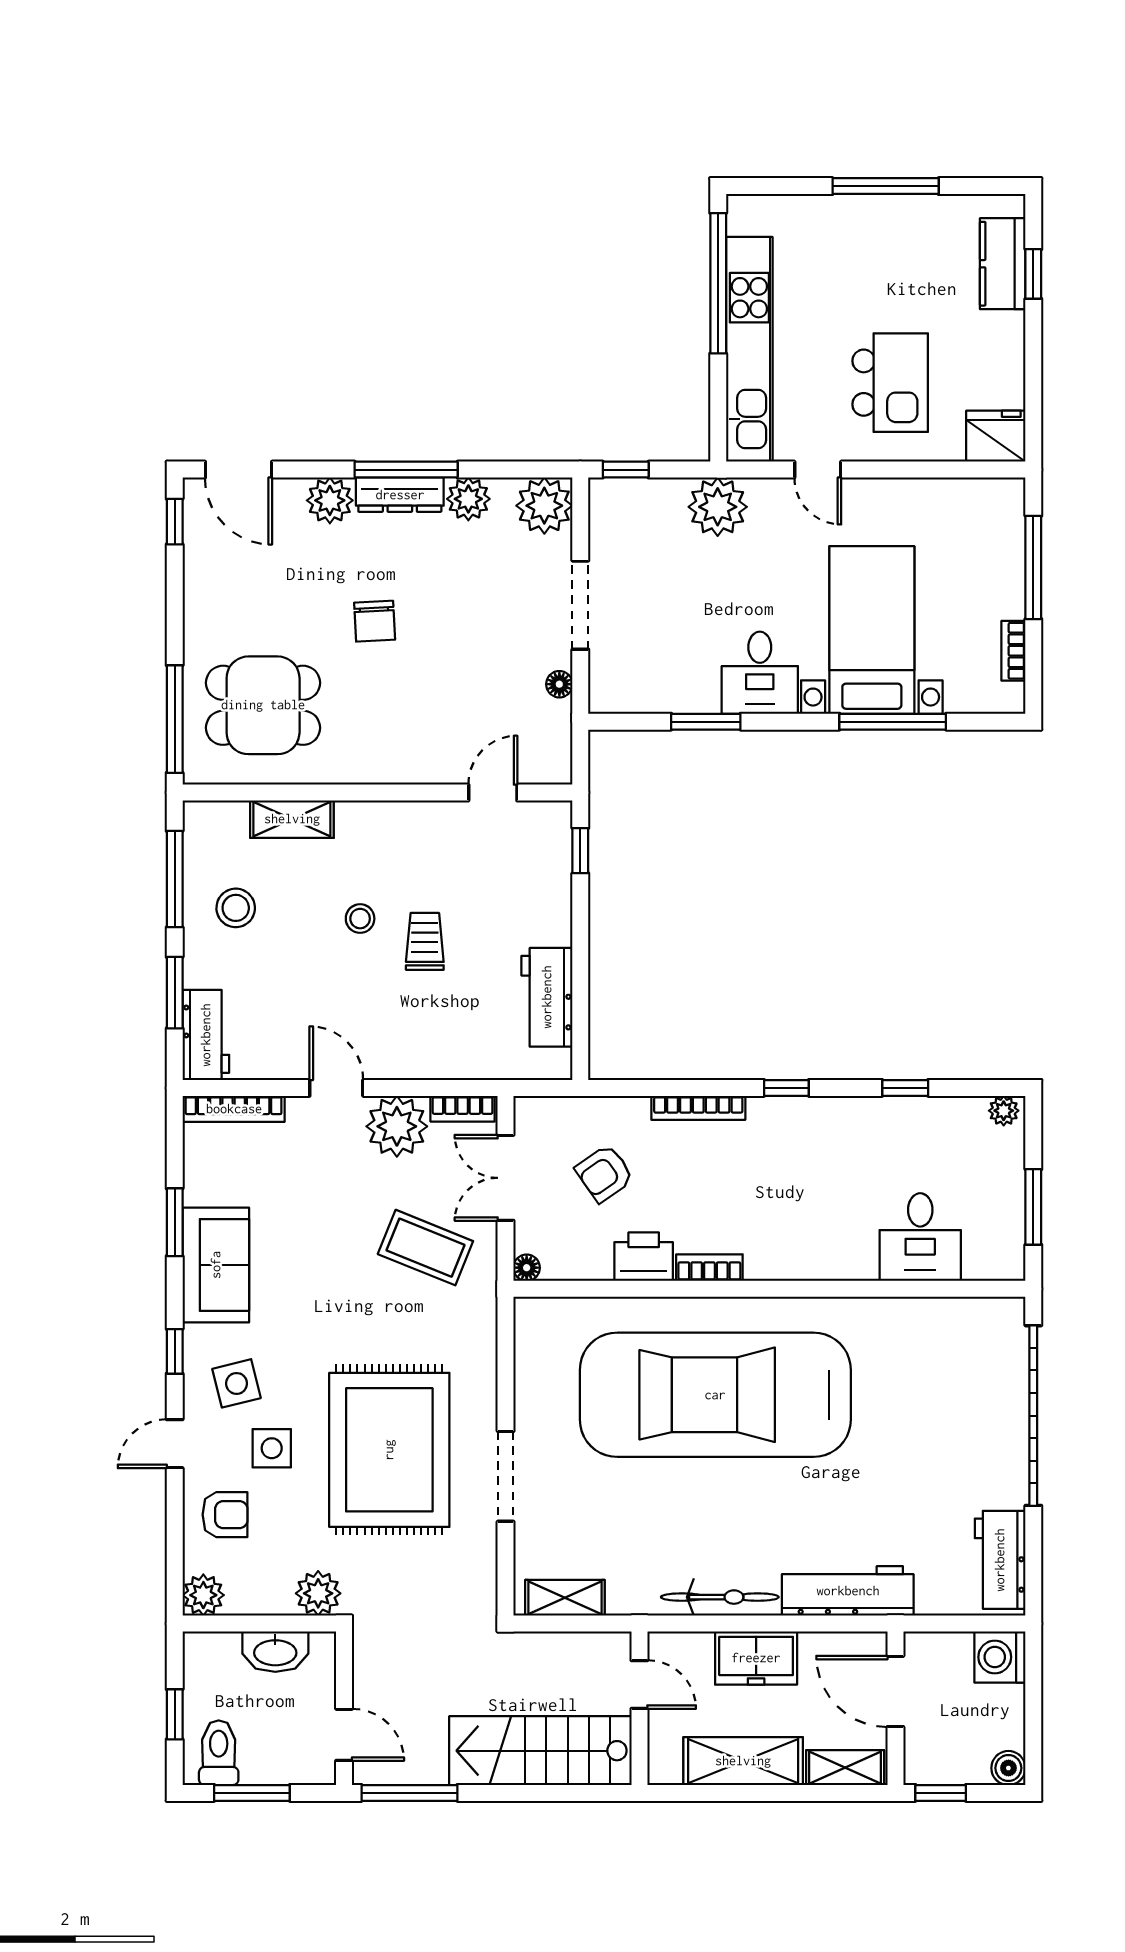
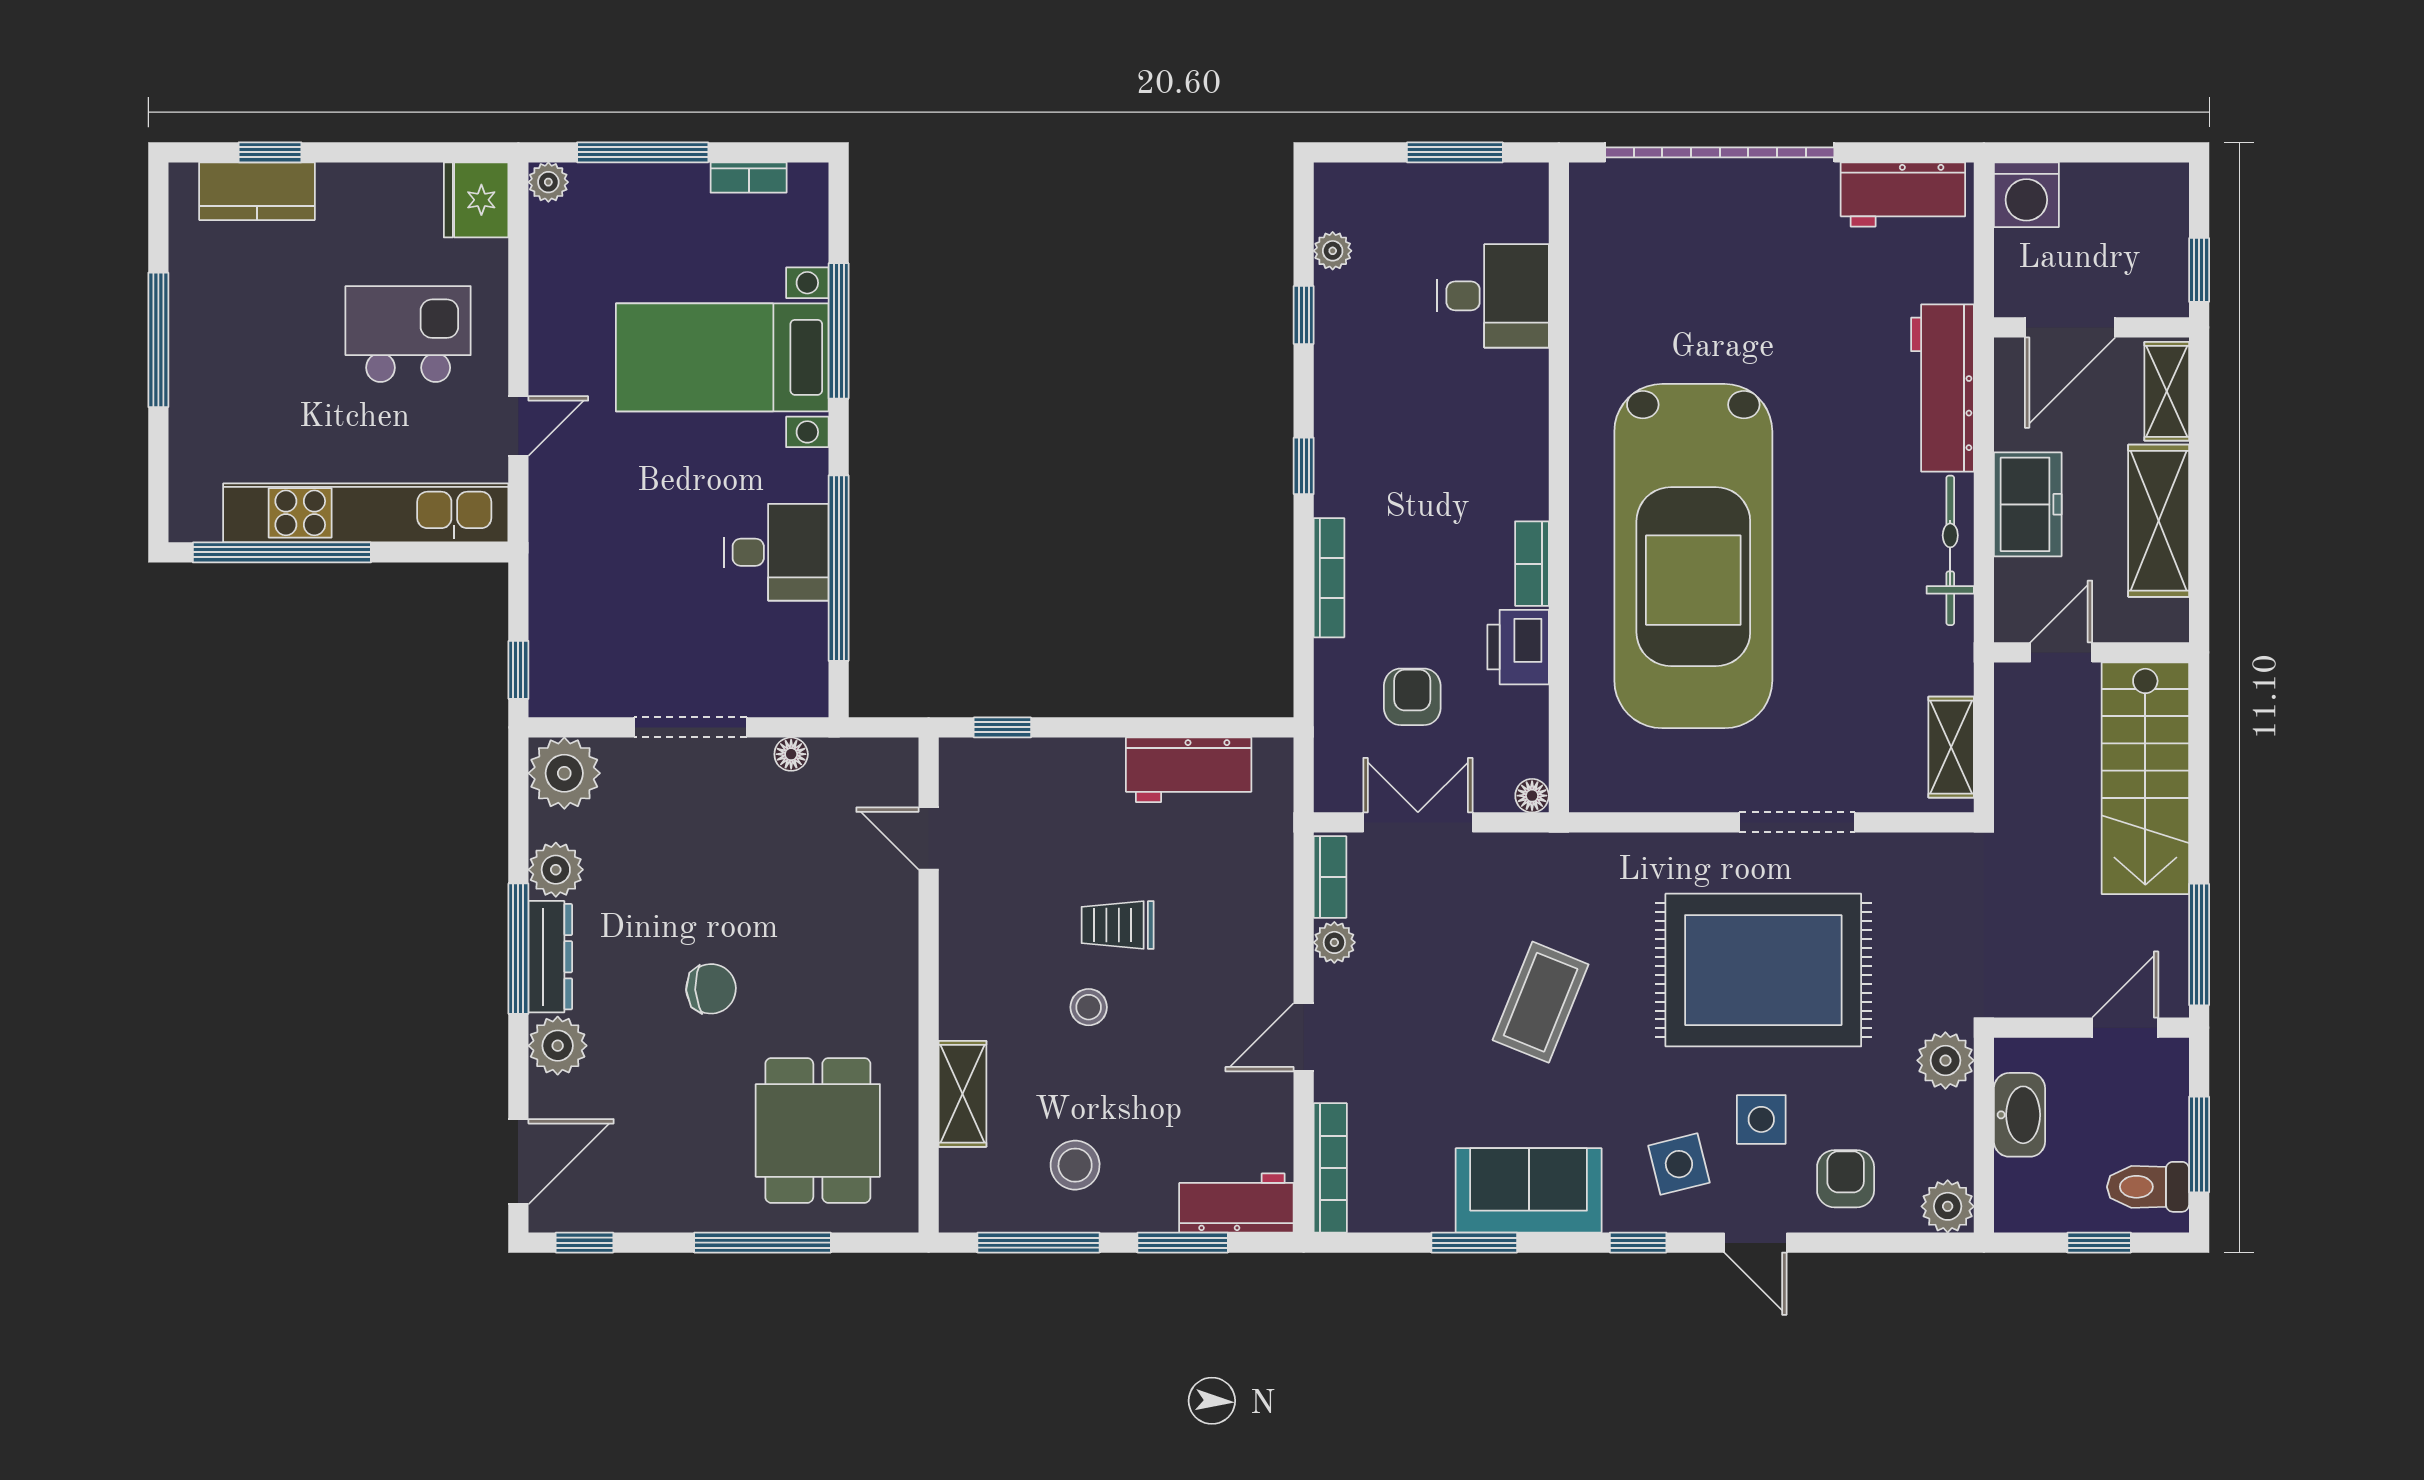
plant: (718, 507) -> (548, 182), moved, width x0.53, depth x0.53
desk: (760, 673) -> (776, 552), moved
window: (175, 719) -> (763, 1243), moved
window: (706, 722) -> (839, 568), width x2.11
plant: (1004, 1111) -> (1333, 251), moved
plant: (397, 1126) -> (1334, 942), width x0.53, depth x0.53
armchair: (604, 1173) -> (1412, 697), turned -145
double door: (506, 1178) -> (1418, 822), swing flipped
coffee table: (425, 1248) -> (1541, 1002), moved
boiler: (1008, 1768) -> (2167, 184), removed

